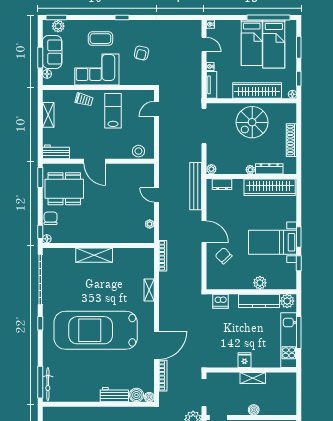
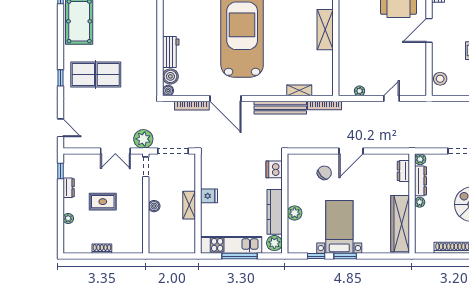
dresser: (269, 169) -> (420, 181), moved
bench: (196, 186) -> (280, 108), moved
shelving: (149, 290) -> (299, 90), moved

